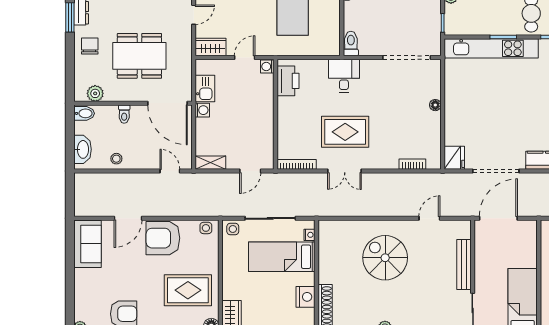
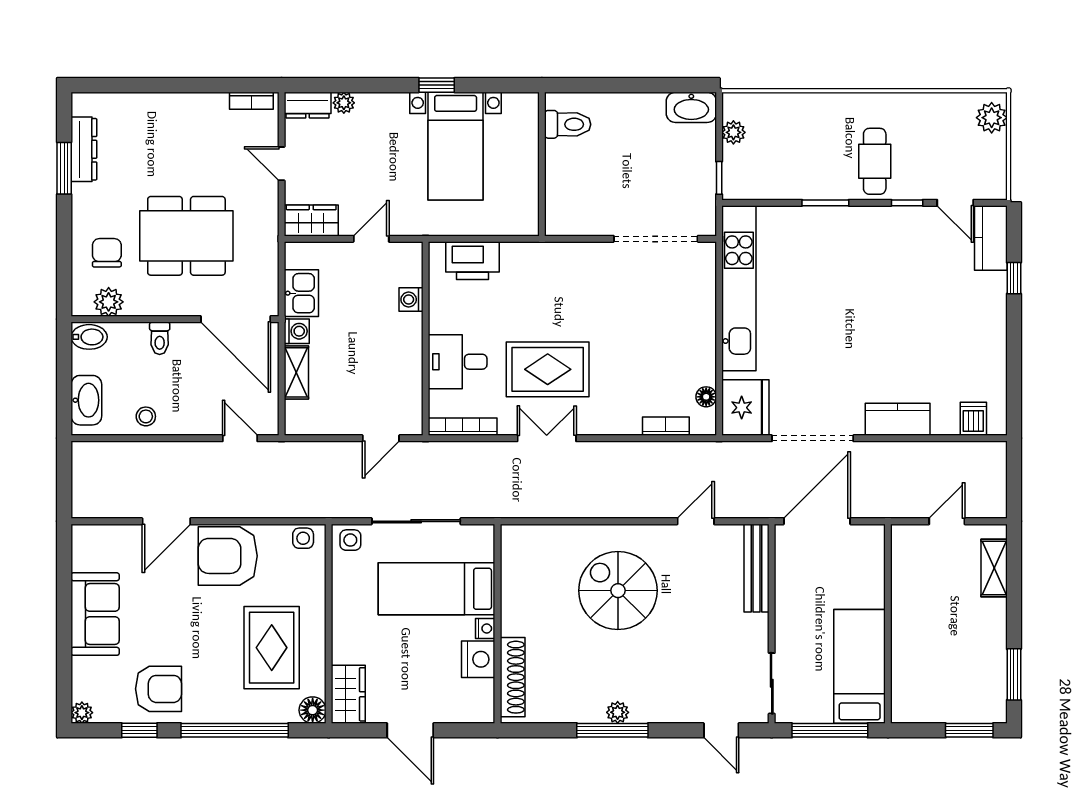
door: (194, 15) -> (282, 164), swing flipped
toilet: (351, 44) -> (558, 214), removed
chair: (90, 46) -> (107, 253), moved
kitchen unit: (491, 48) -> (739, 288), moved, turned -90
washing machine: (267, 66) -> (411, 299), moved
desk: (344, 76) -> (458, 362), moved, turned -90
printer: (288, 81) -> (473, 261), moved, turned 90
floor lamp: (435, 105) -> (706, 397), moved
fridge: (454, 158) -> (745, 408), width x1.36, depth x1.34
shelving: (210, 163) -> (296, 372), moved, turned 90
double door: (345, 171) -> (547, 438), swing flipped
nightstand: (310, 235) -> (485, 629), moved
sofa: (87, 244) -> (95, 614), moved
bench: (464, 264) -> (757, 568), moved
rug: (188, 290) -> (272, 648), turned 90

